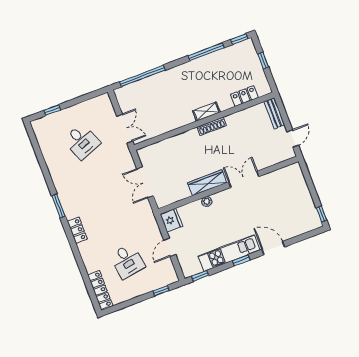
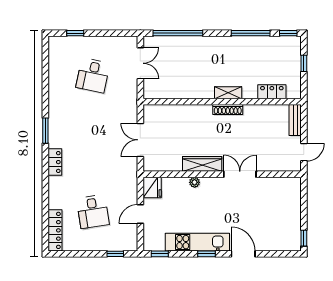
double door: (125, 129) -> (140, 63), moved
desk: (82, 141) -> (93, 75), turned 33

